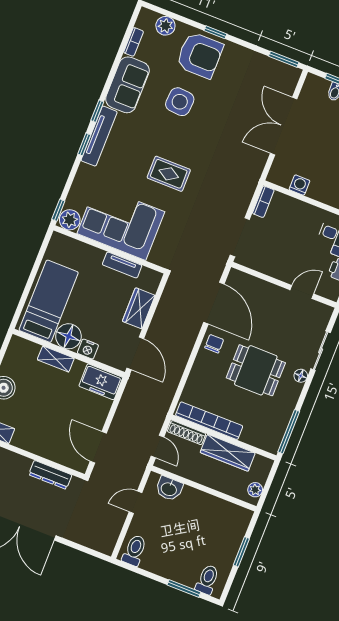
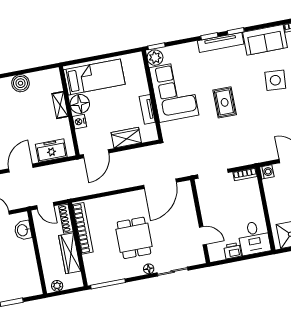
washing machine: (299, 185) -> (267, 172), moved
chair: (214, 344) -> (134, 200), removed
freezer: (101, 382) -> (51, 151), moved, turned 90
door: (157, 446) -> (45, 206), hinge flipped

